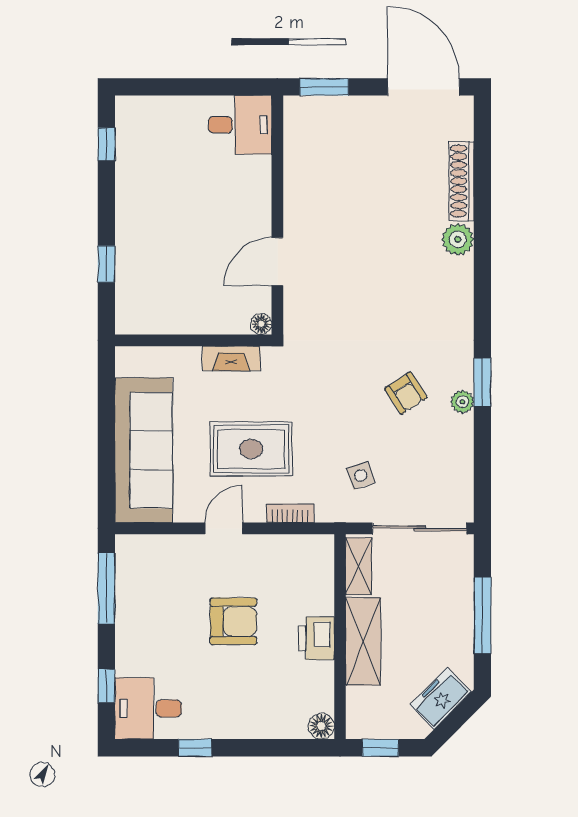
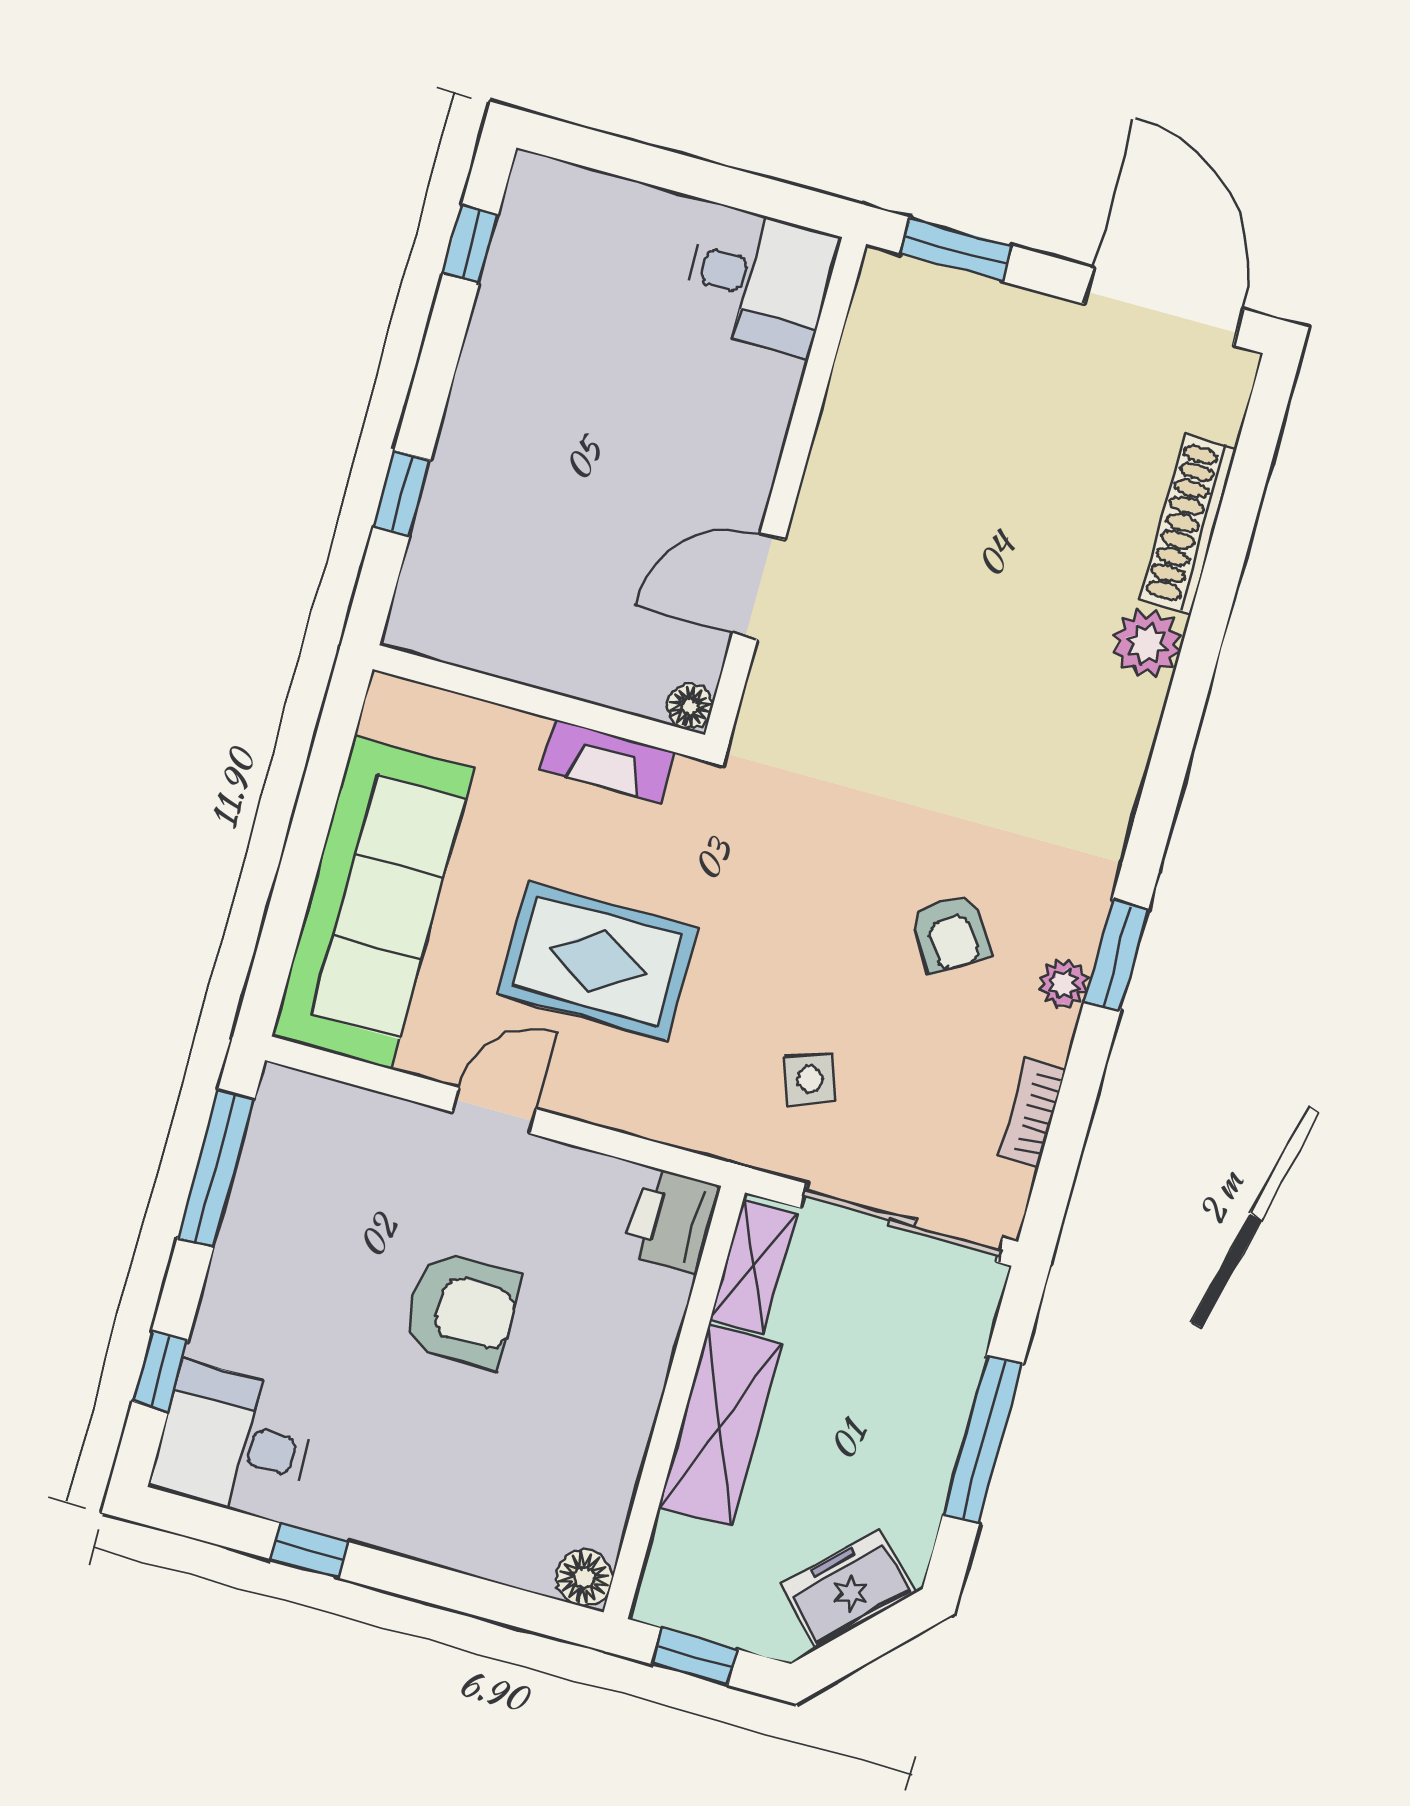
bookcase: (290, 513) -> (1033, 1113), moved, turned -90
printer: (316, 638) -> (672, 1221), moved

